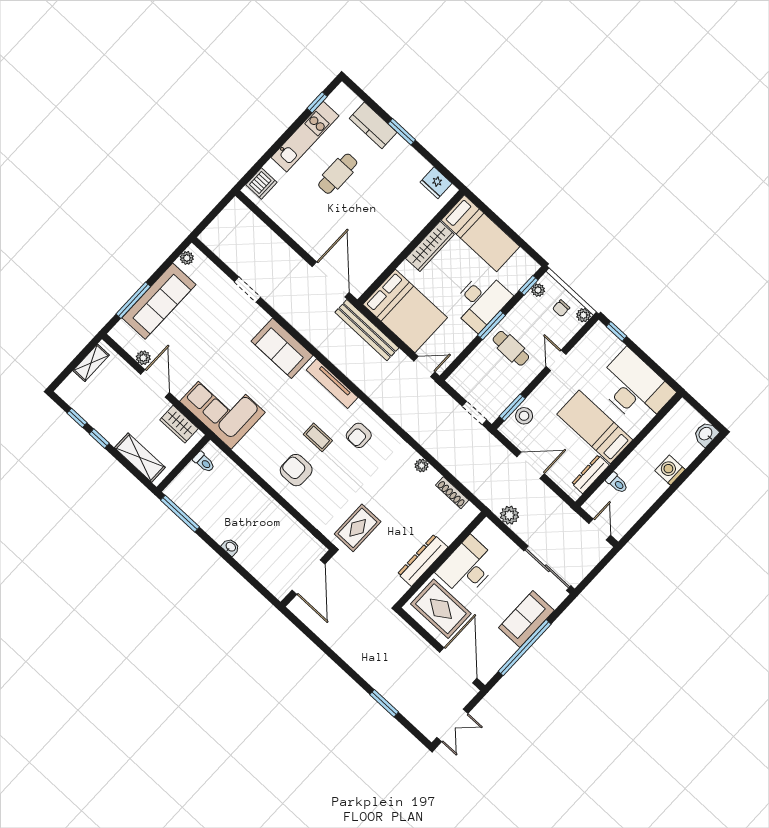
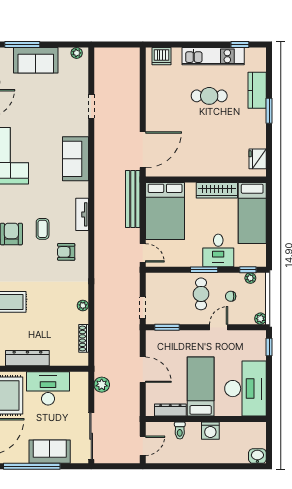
sofa: (159, 301) -> (36, 60), width x0.73
desk: (481, 301) -> (218, 250), width x0.73
chair: (561, 308) -> (231, 296), moved
tv unit: (332, 384) -> (82, 214), width x0.71
stool: (524, 416) -> (168, 339), removed
washing machine: (670, 470) -> (210, 431), moved, turned 180

